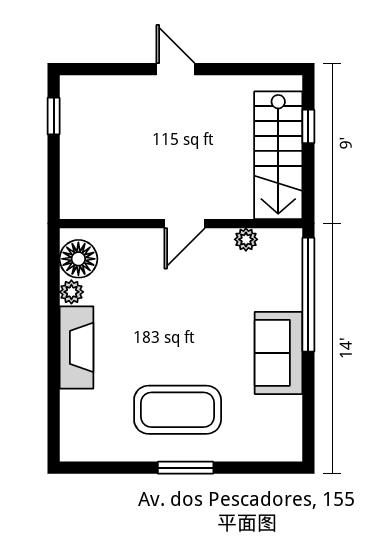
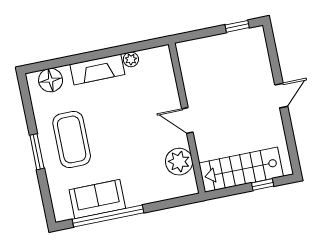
plant: (246, 239) -> (179, 162), width x1.88, depth x1.88
floor lamp: (78, 259) -> (51, 80), moved
window: (308, 295) -> (108, 216), moved
sofa: (279, 353) -> (97, 199), moved

